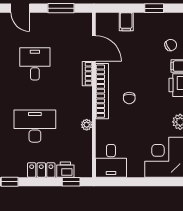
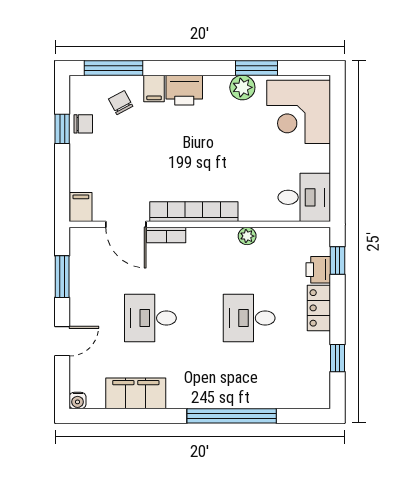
filing cabinet: (126, 22) -> (81, 207), moved, turned -90
door: (94, 48) -> (126, 224), swing flipped
chair: (129, 98) -> (83, 124), moved
desk: (35, 126) -> (249, 318), width x0.73

